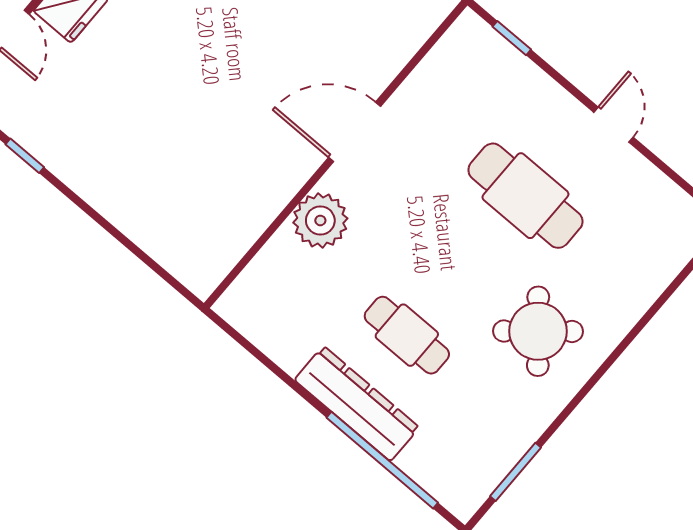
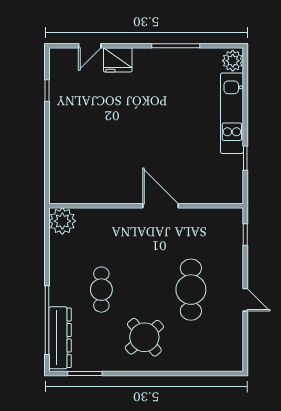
door: (613, 125) -> (245, 300), hinge flipped
plant: (320, 220) -> (62, 221), moved
dresser: (357, 404) -> (60, 338), moved

